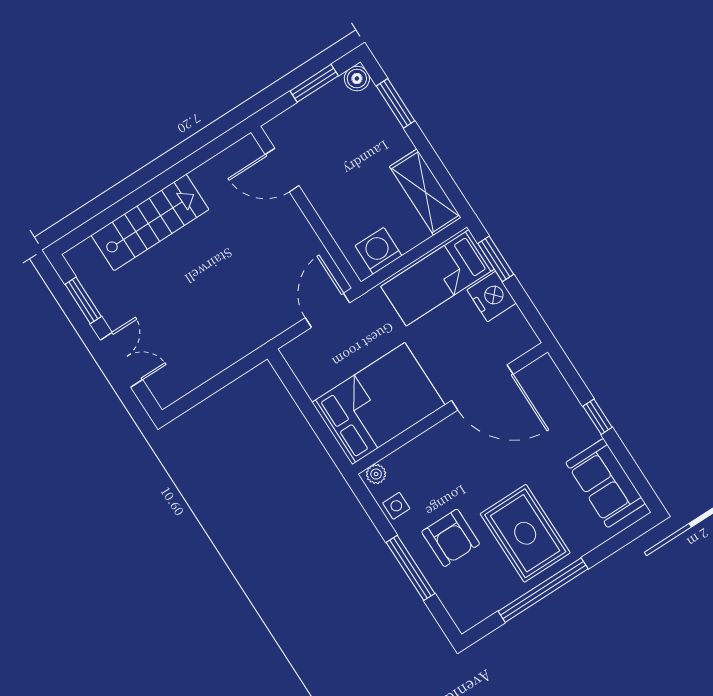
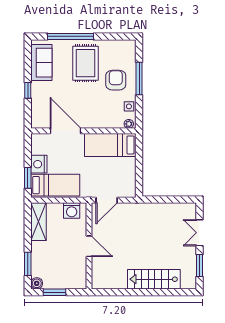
door: (282, 170) -> (89, 246), moved
bed: (378, 404) -> (110, 145), width x0.67
window: (543, 590) -> (71, 36), moved

